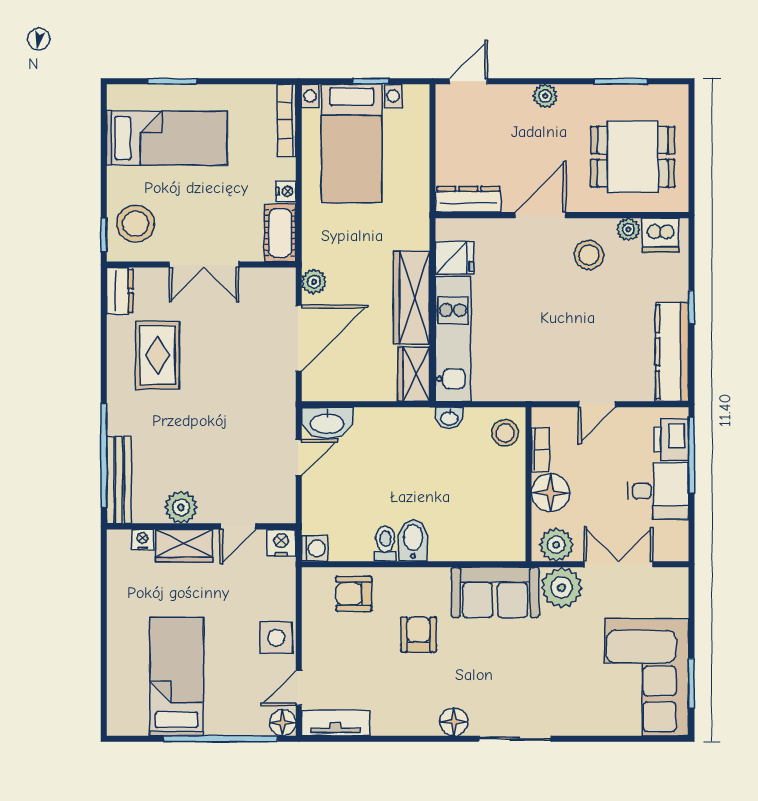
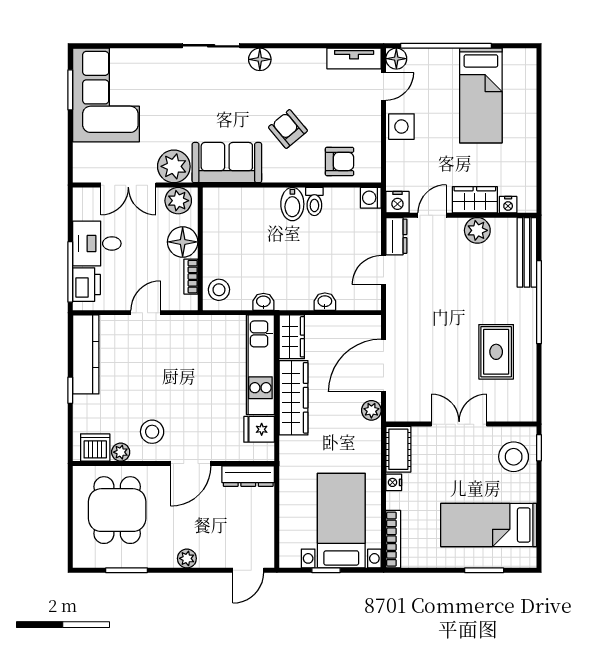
dining table: (633, 157) -> (117, 510), turned 90
dresser: (120, 291) -> (396, 236), moved, turned 180
washbasin: (327, 423) -> (325, 302), moved, width x0.52, depth x0.69
window: (104, 456) -> (539, 302), moved
armchair: (419, 635) -> (288, 129), turned 140

